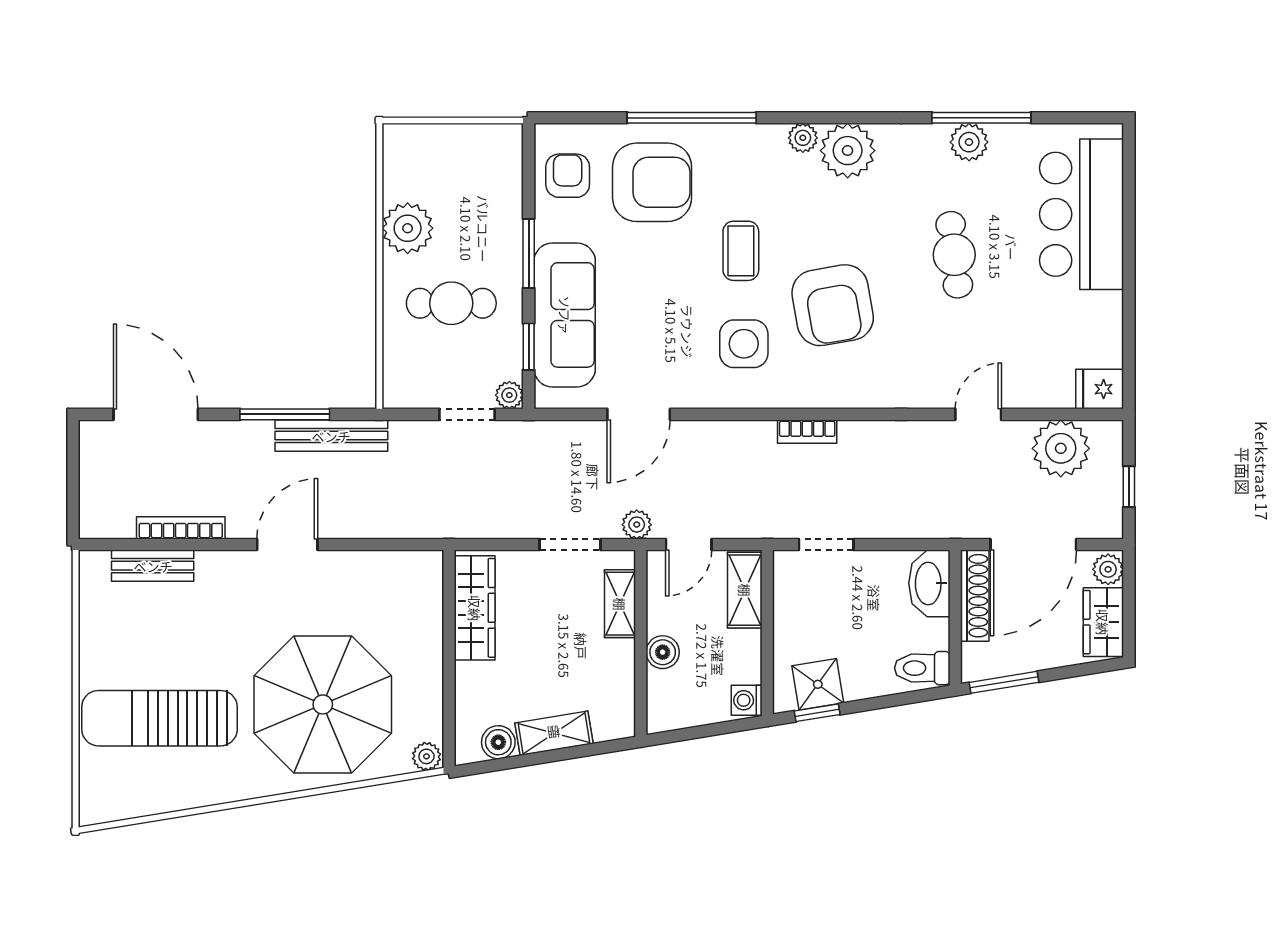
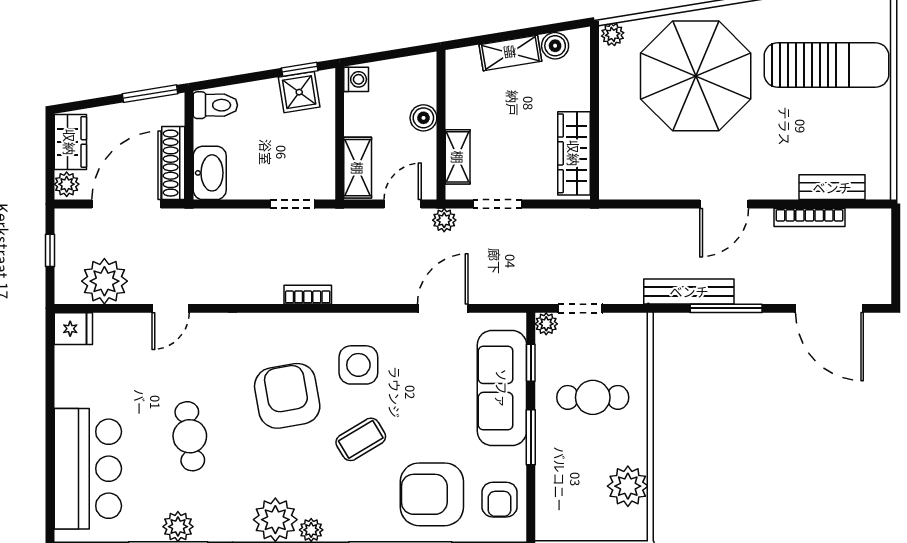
plant: (408, 228) -> (628, 486), moved
coffee table: (741, 251) -> (361, 439), turned 59

